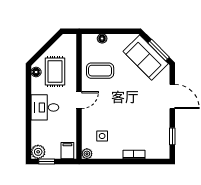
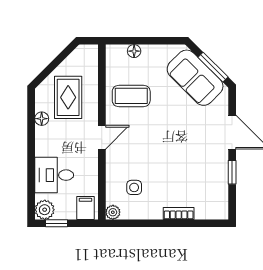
floor lamp: (36, 72) -> (42, 119), moved
desk: (45, 107) -> (54, 175), moved
window: (172, 136) -> (232, 172), moved

